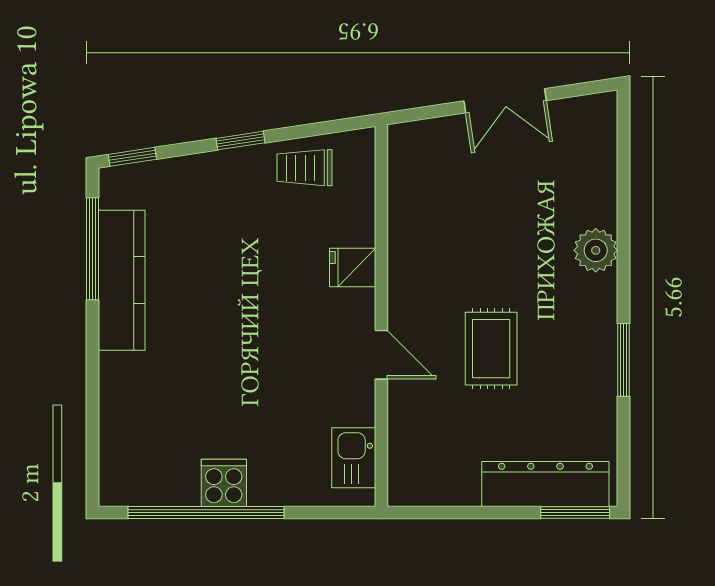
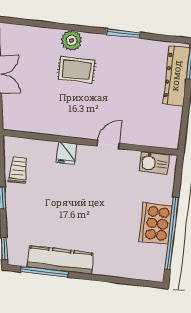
trolley: (304, 168) -> (18, 170), turned 180
rug: (491, 349) -> (76, 70), moved
cooker: (224, 483) -> (156, 223), width x1.87, depth x1.31

